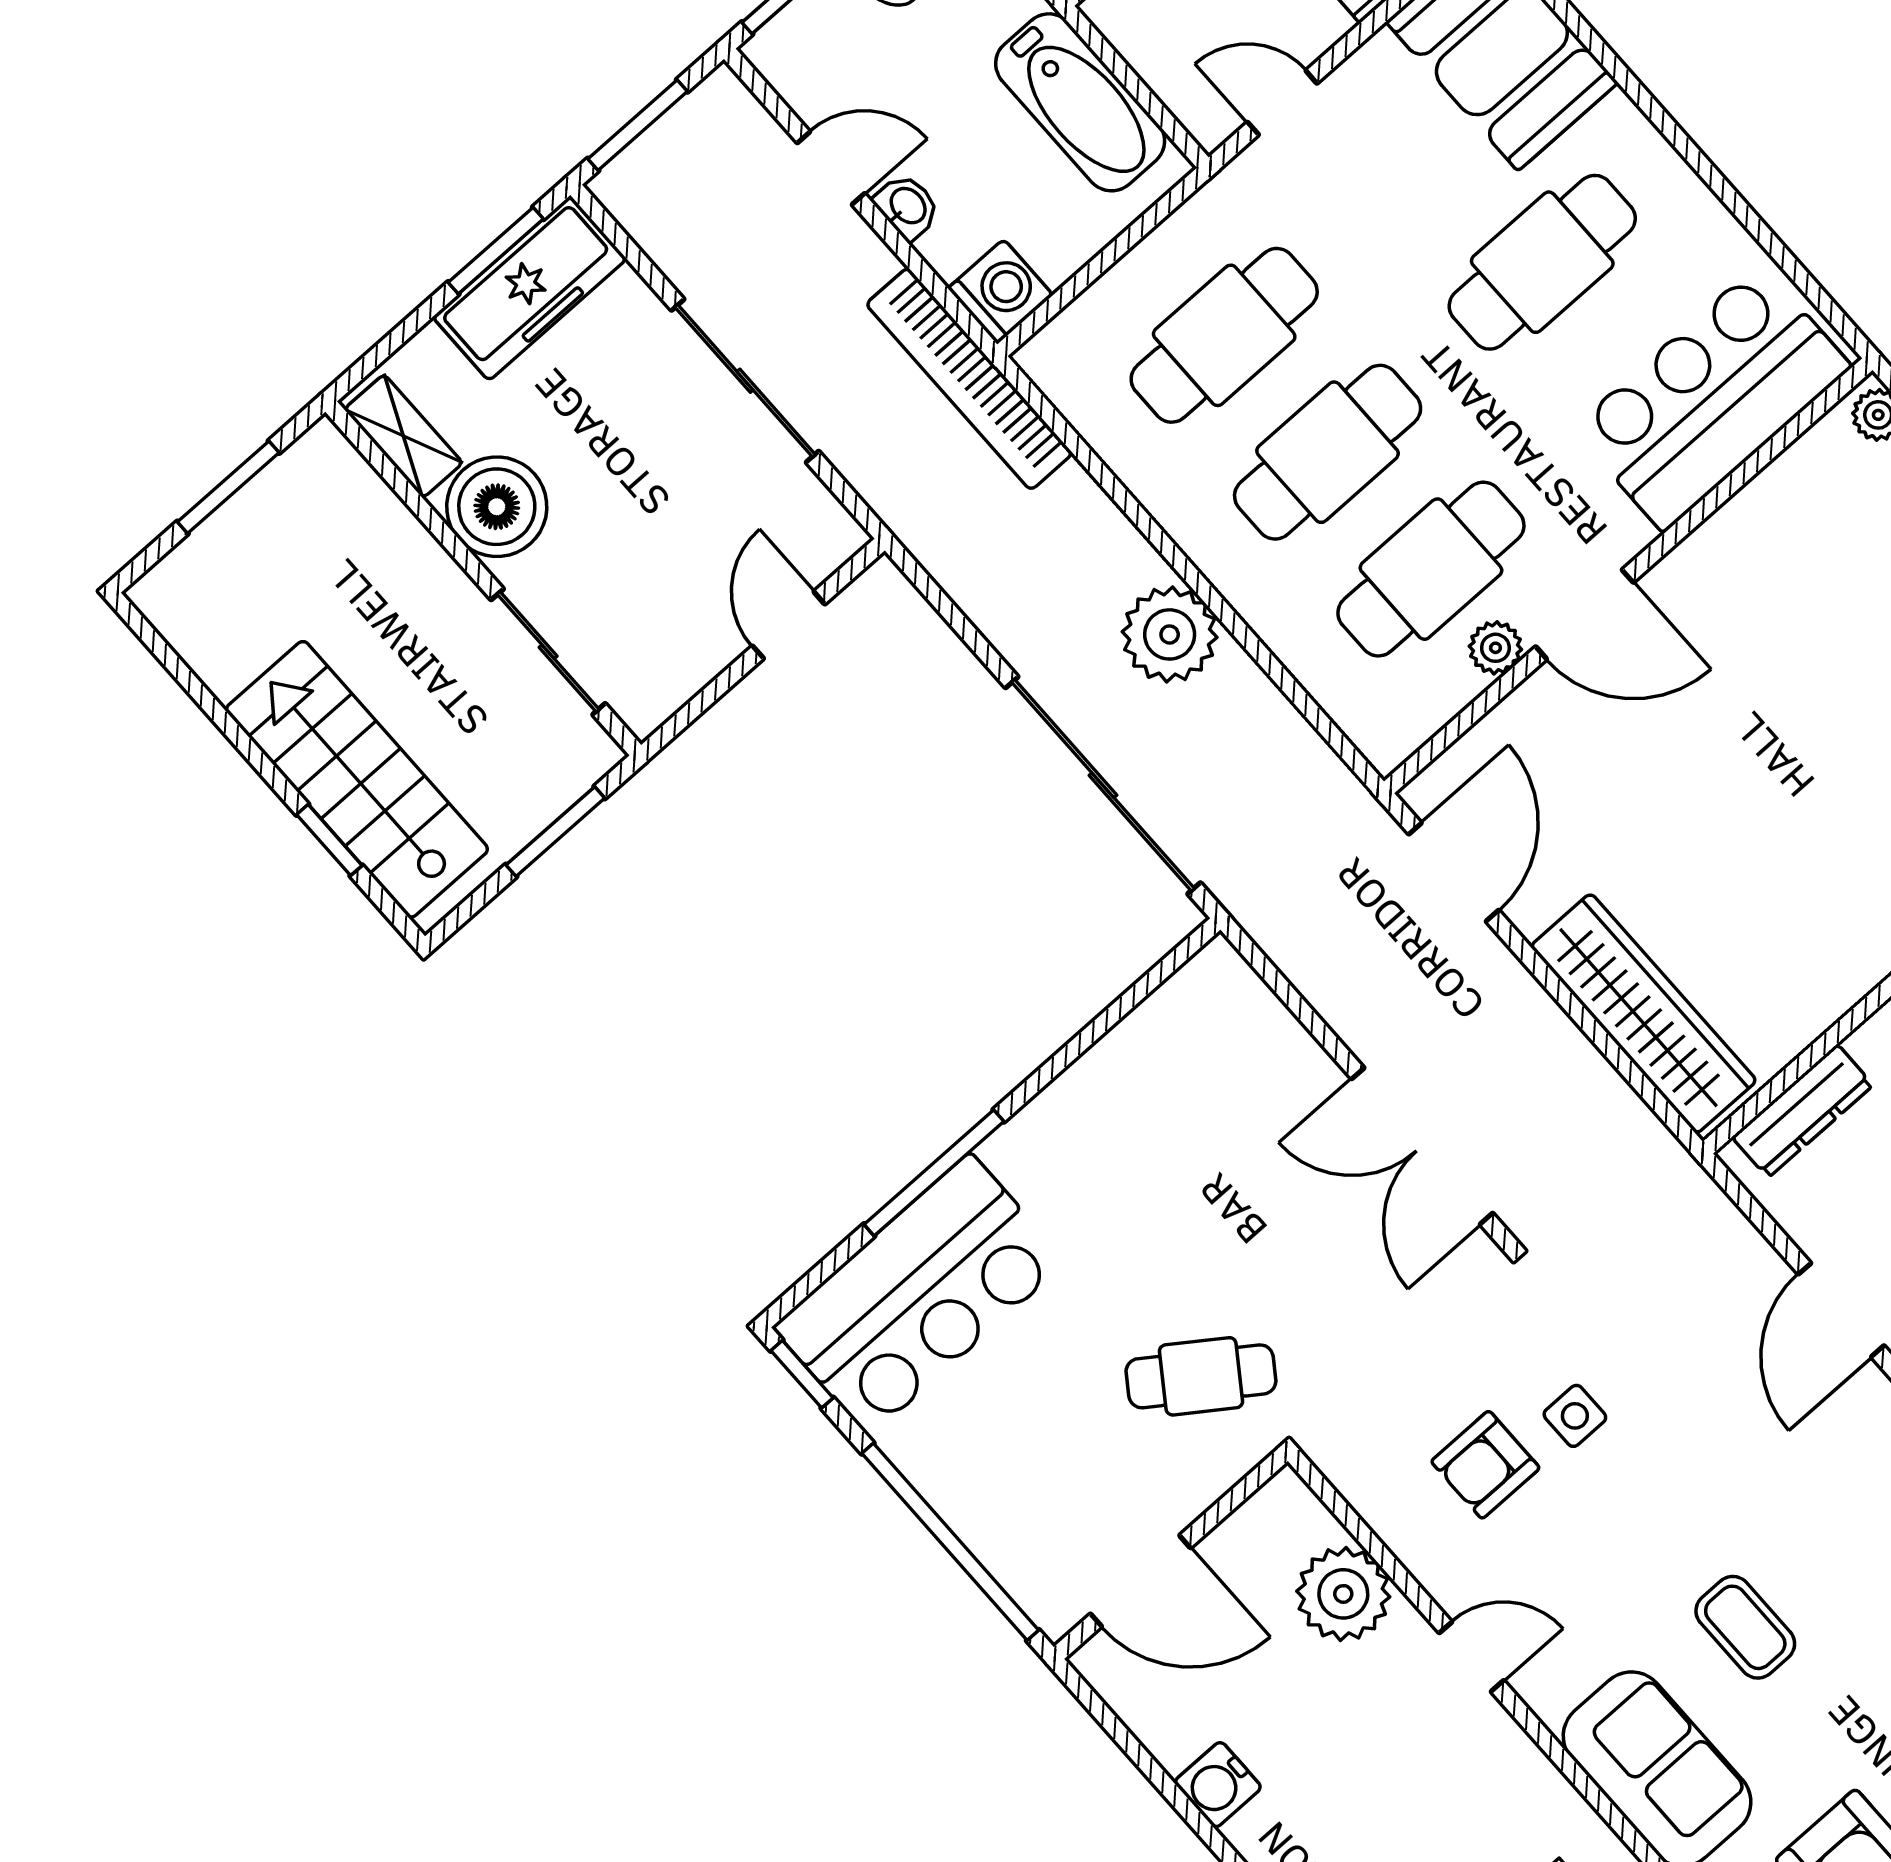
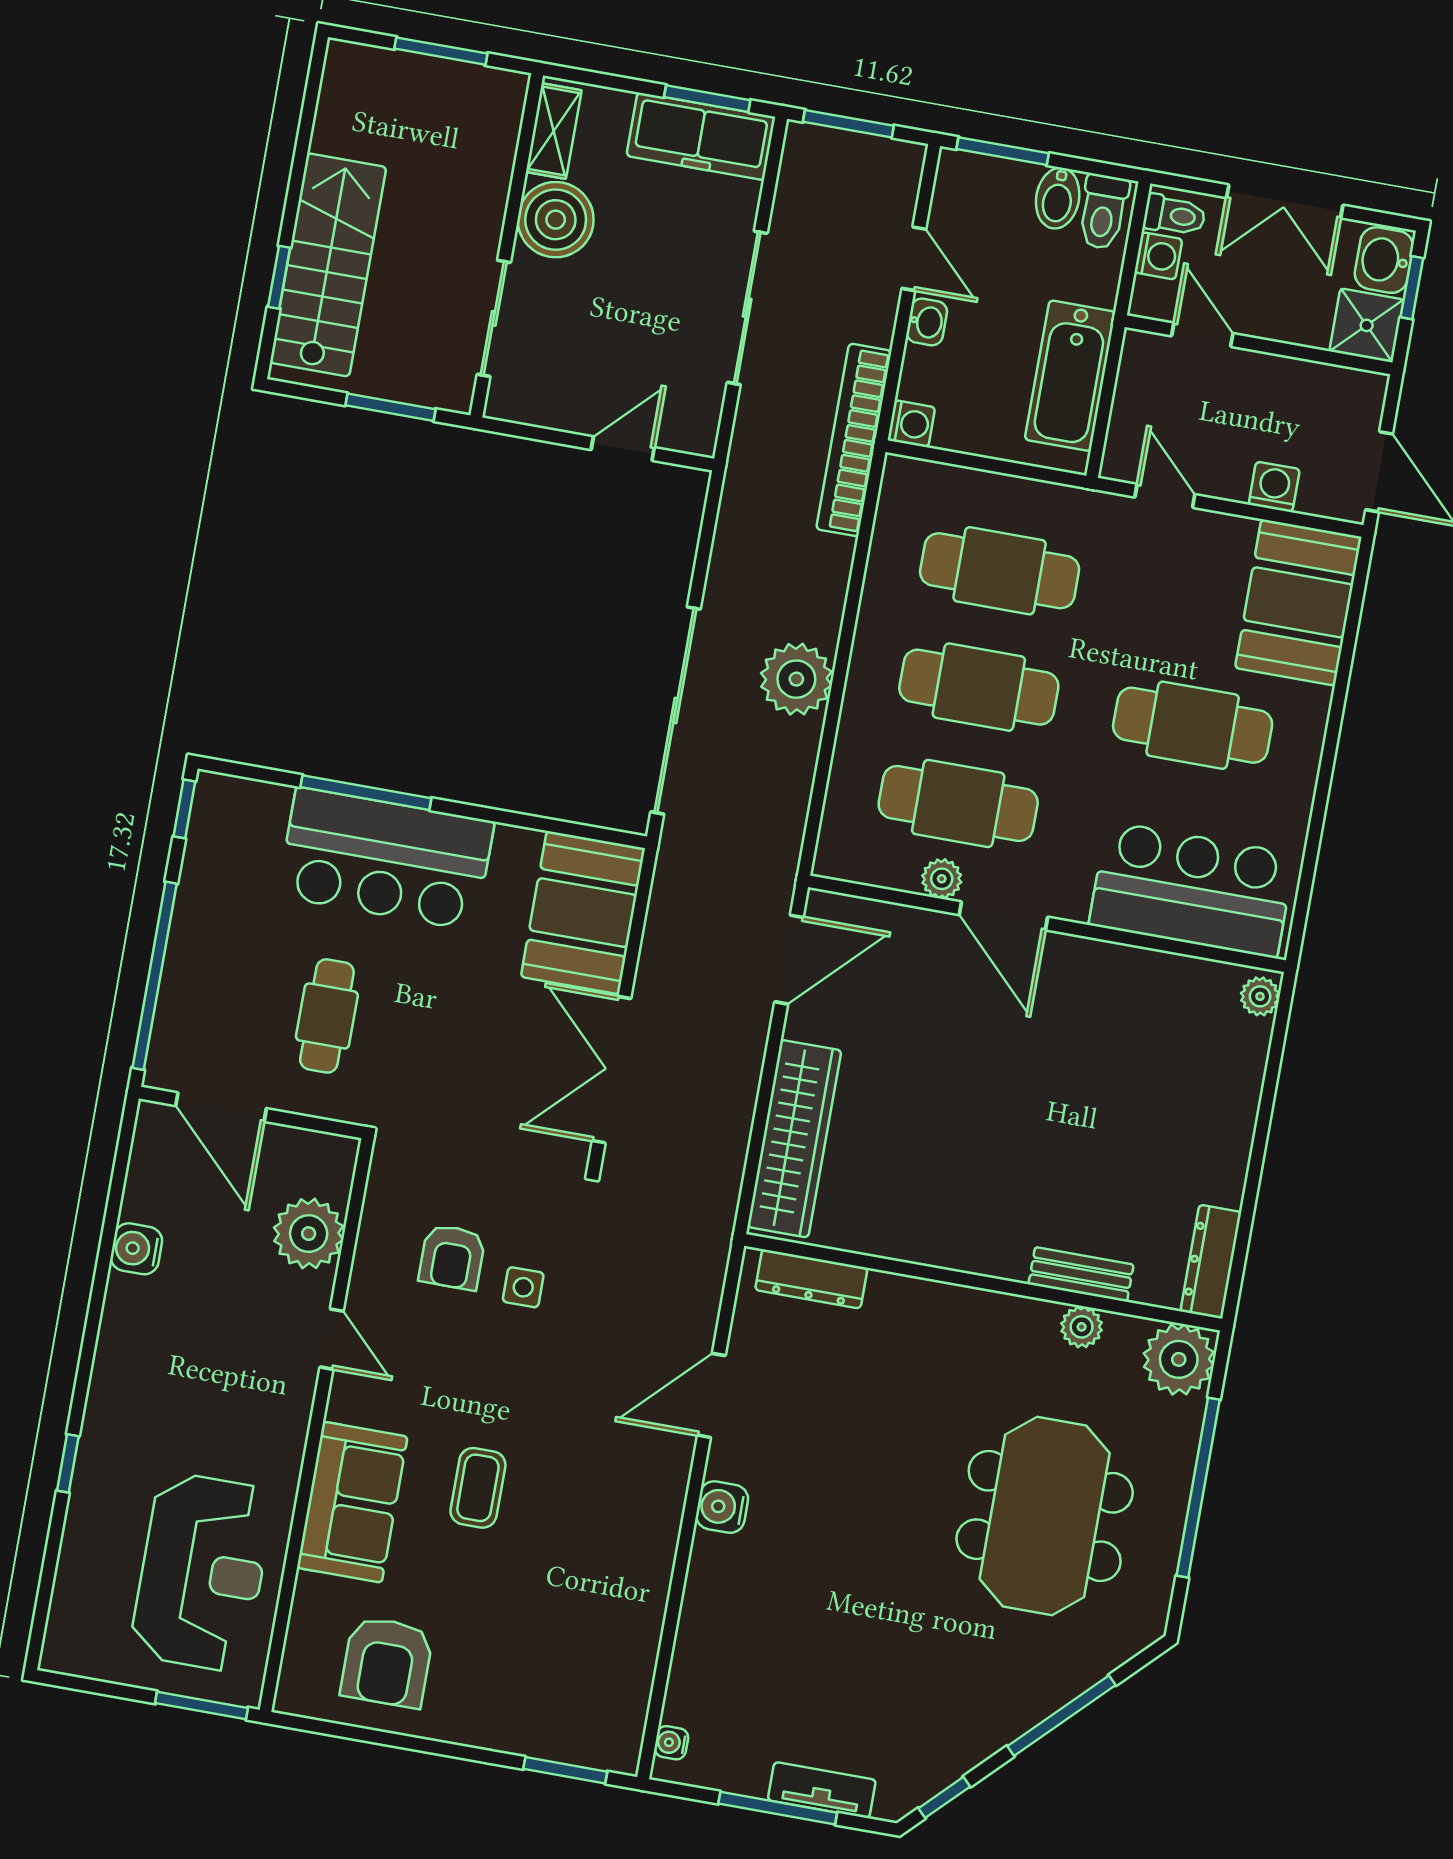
washing machine: (1001, 292) -> (911, 424), width x0.73, depth x0.73
booth: (1236, 1047) -> (583, 913), added
bar counter: (920, 1295) -> (386, 859), moved
cafe table: (1201, 1376) -> (327, 1016), moved, turned 55
armchair: (1485, 1465) -> (452, 1257), turned -90

